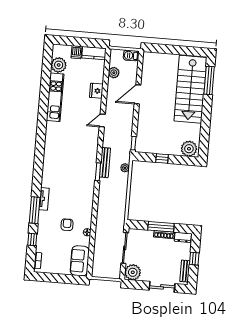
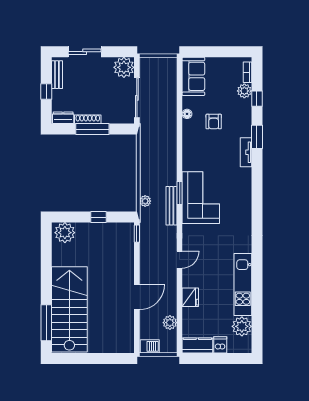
corner sofa: (82, 167) -> (201, 198), added
window: (35, 210) -> (257, 137), width x0.69
plant: (41, 246) -> (244, 91), added

